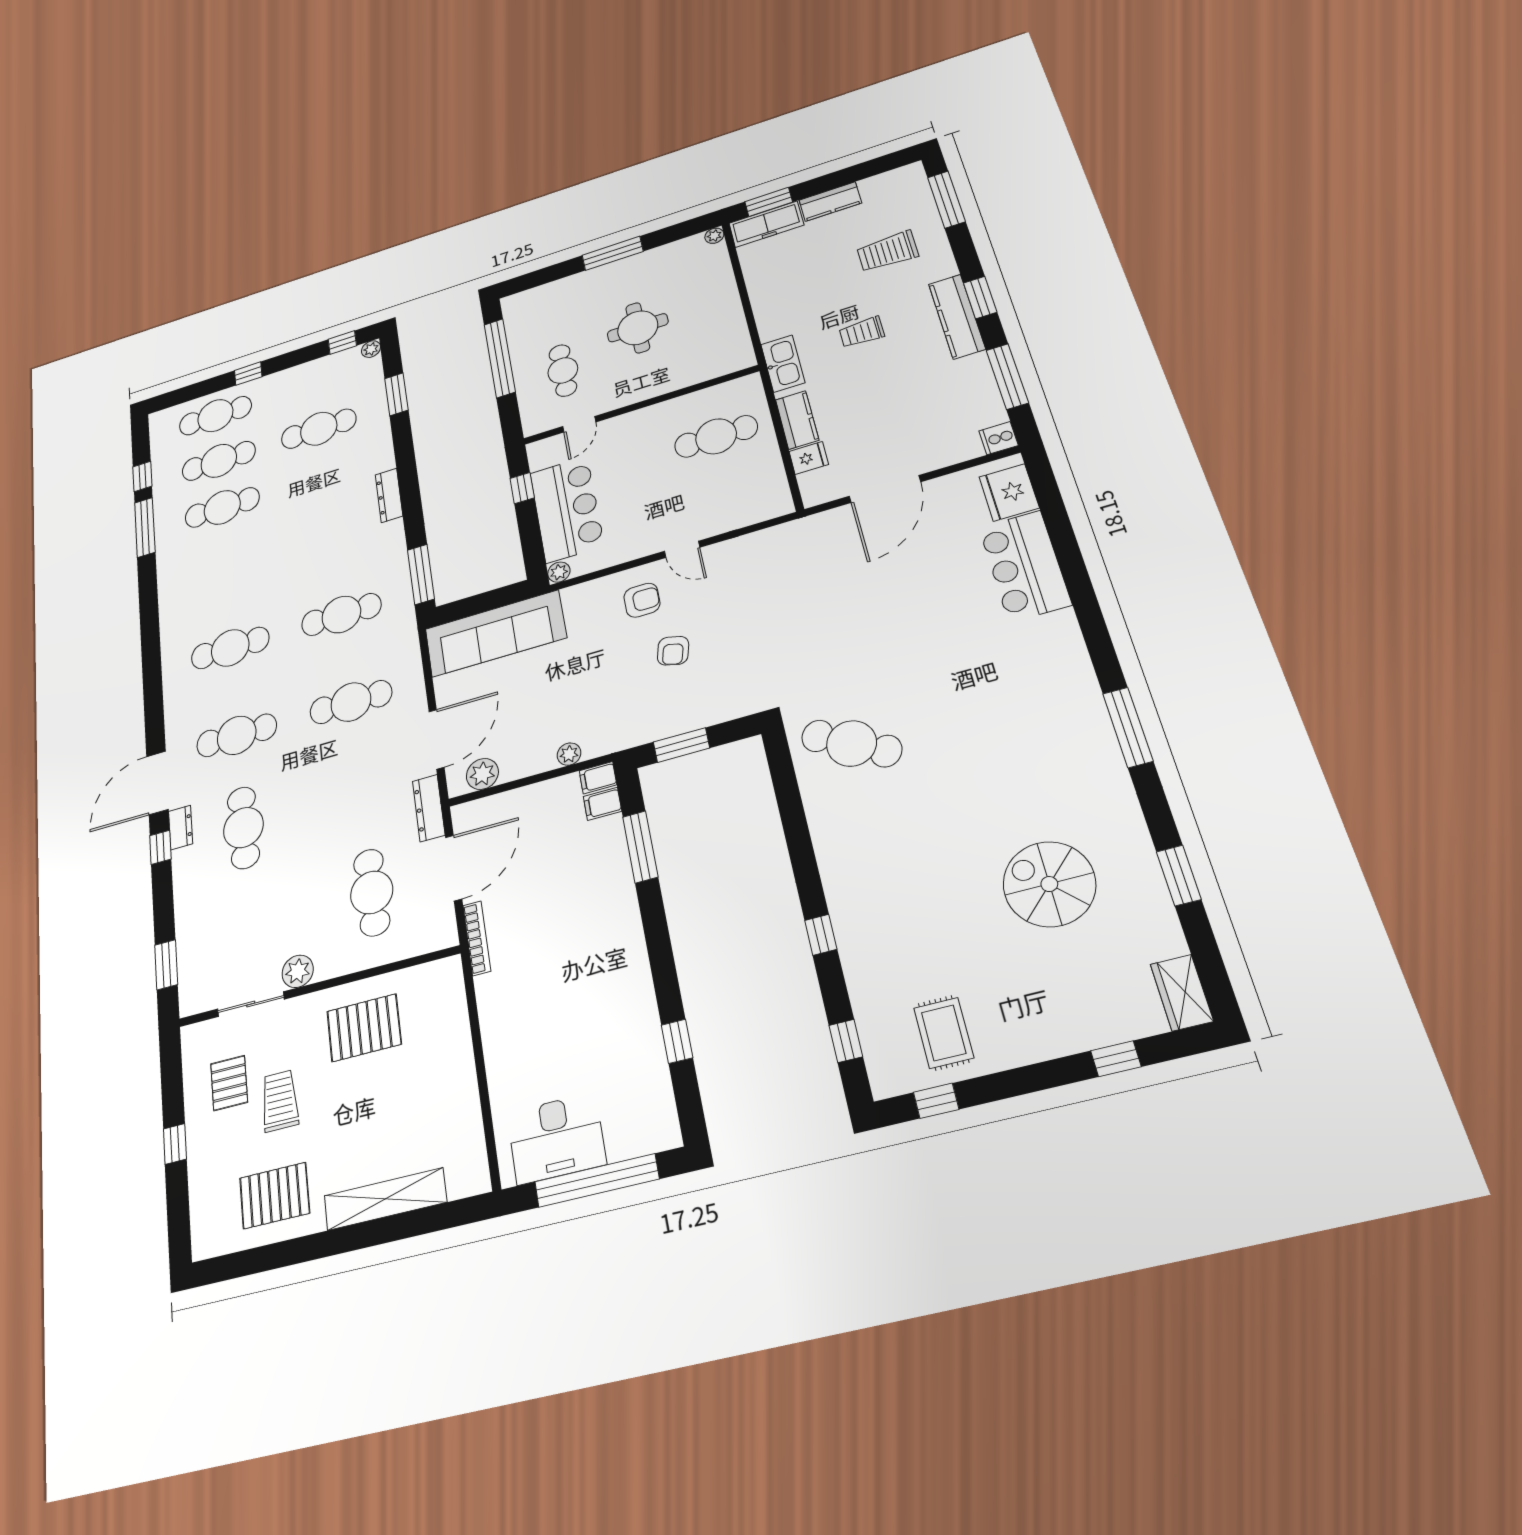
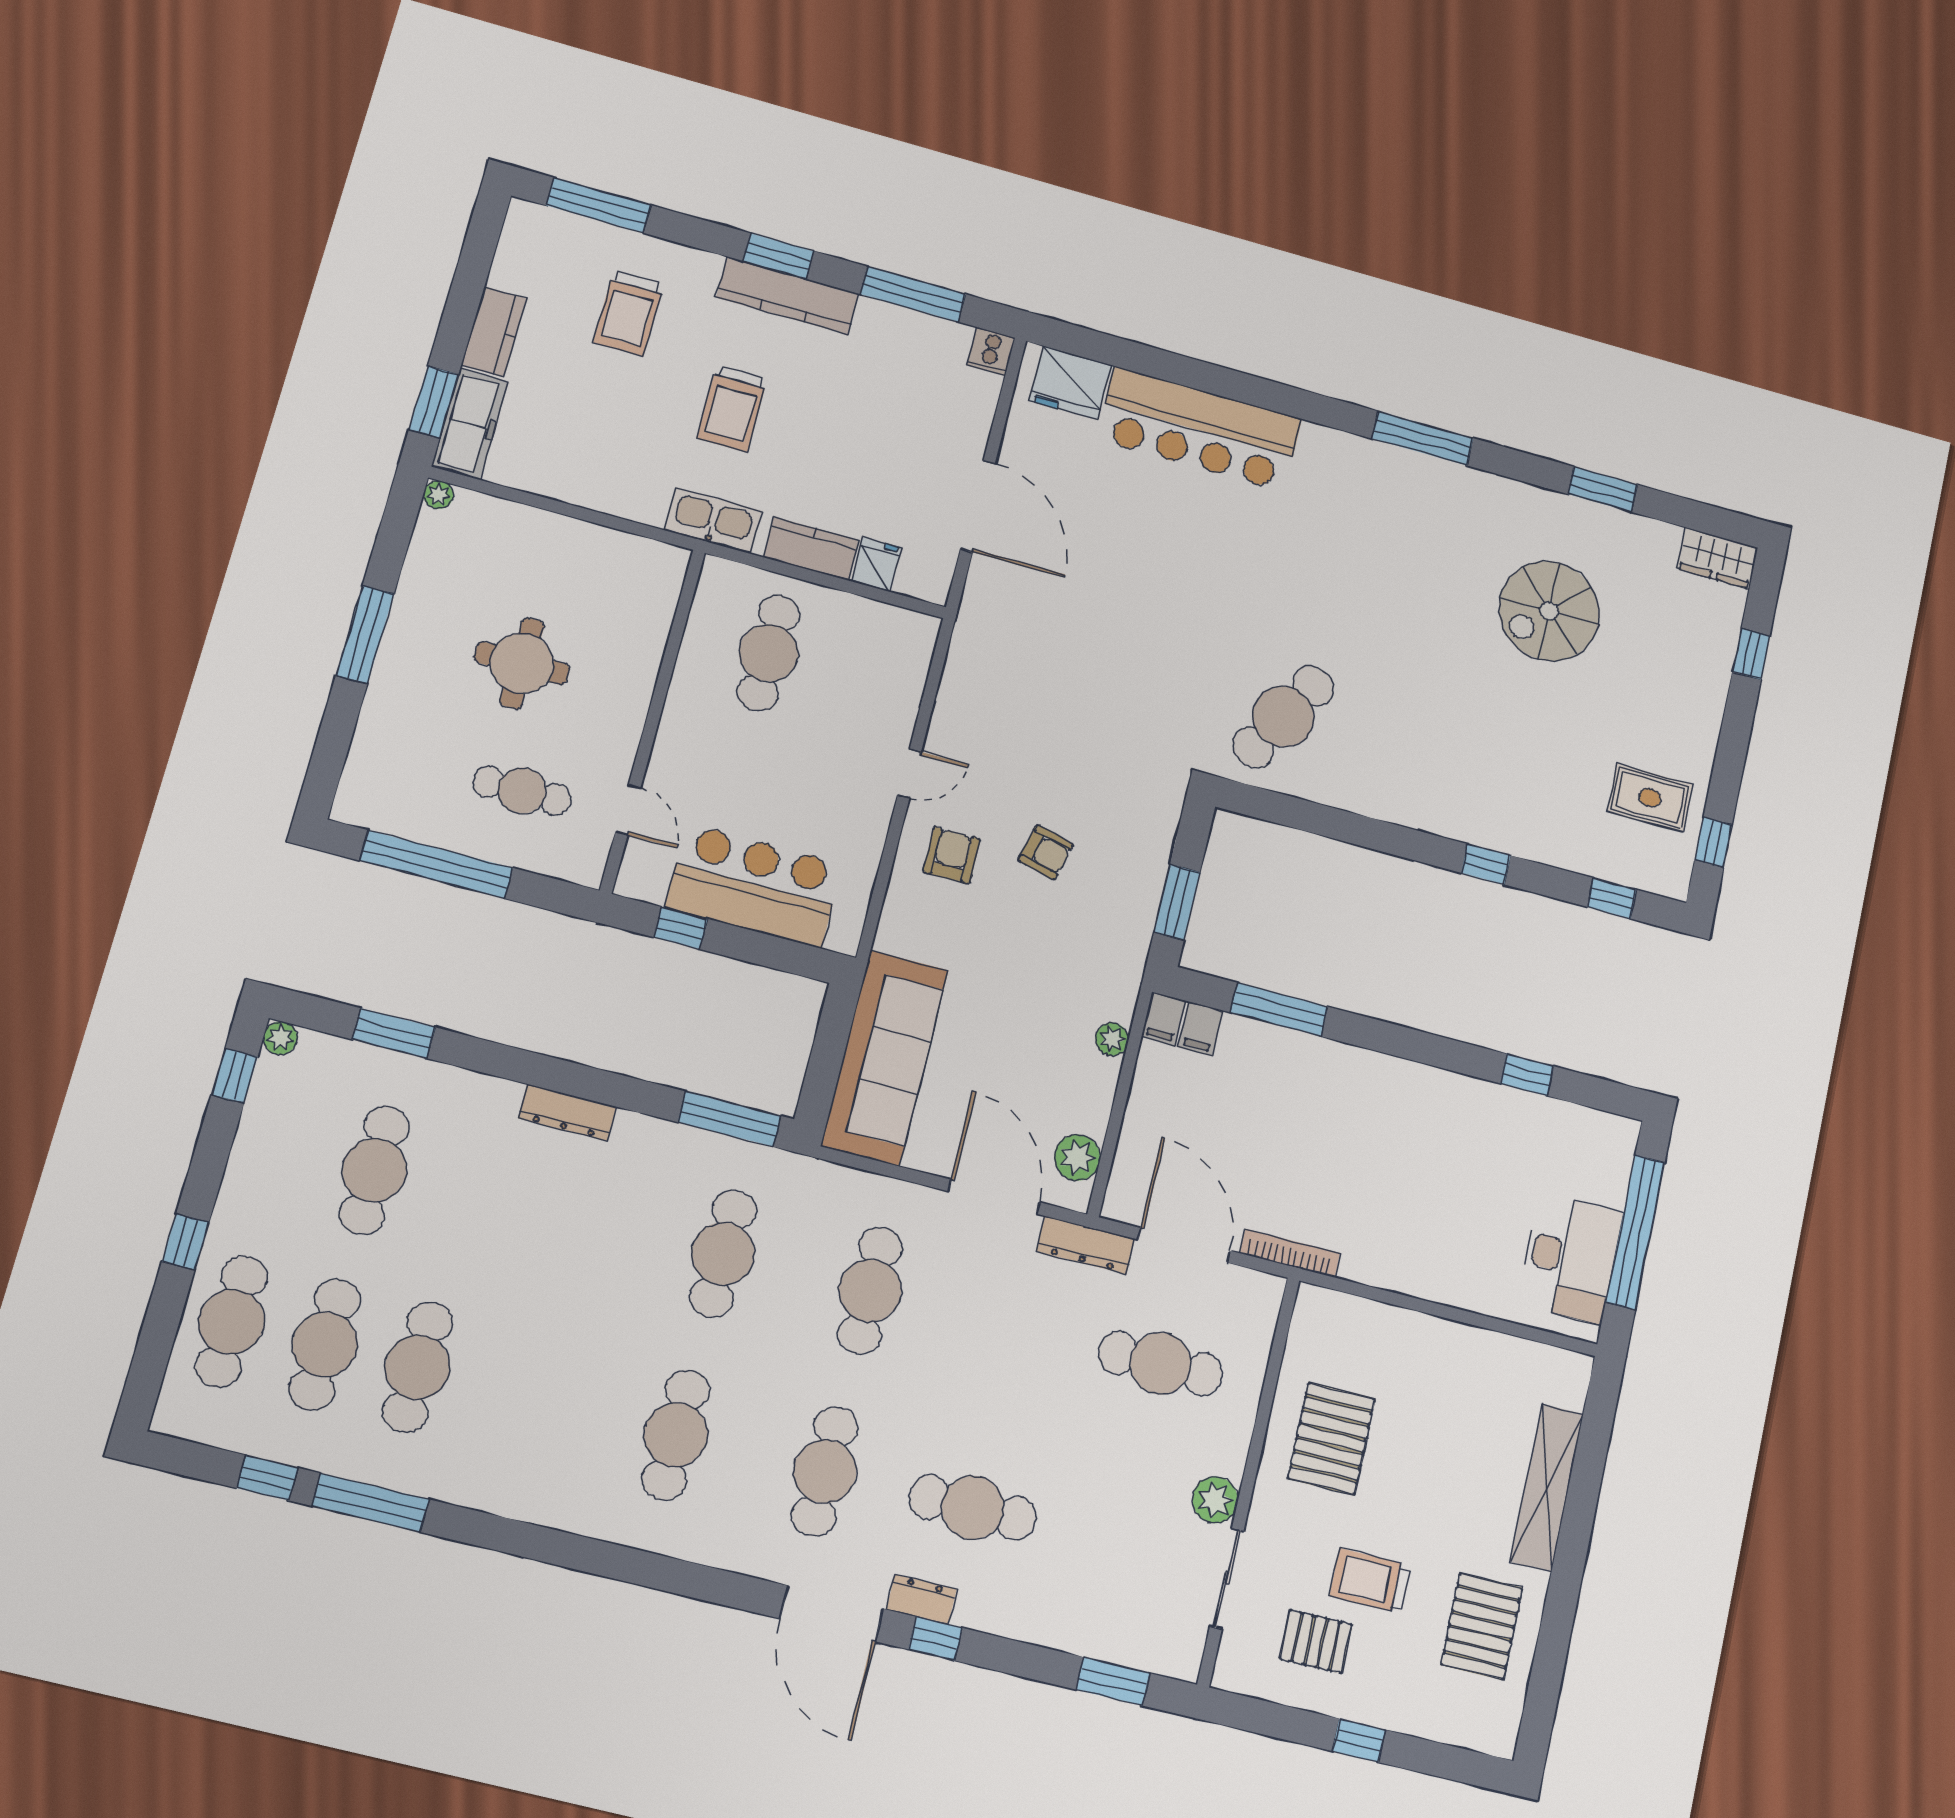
trolley: (862, 332) -> (732, 408), width x1.36, depth x1.39
bar counter: (1025, 566) -> (1199, 429), width x1.36
plant: (559, 572) -> (844, 938), removed

